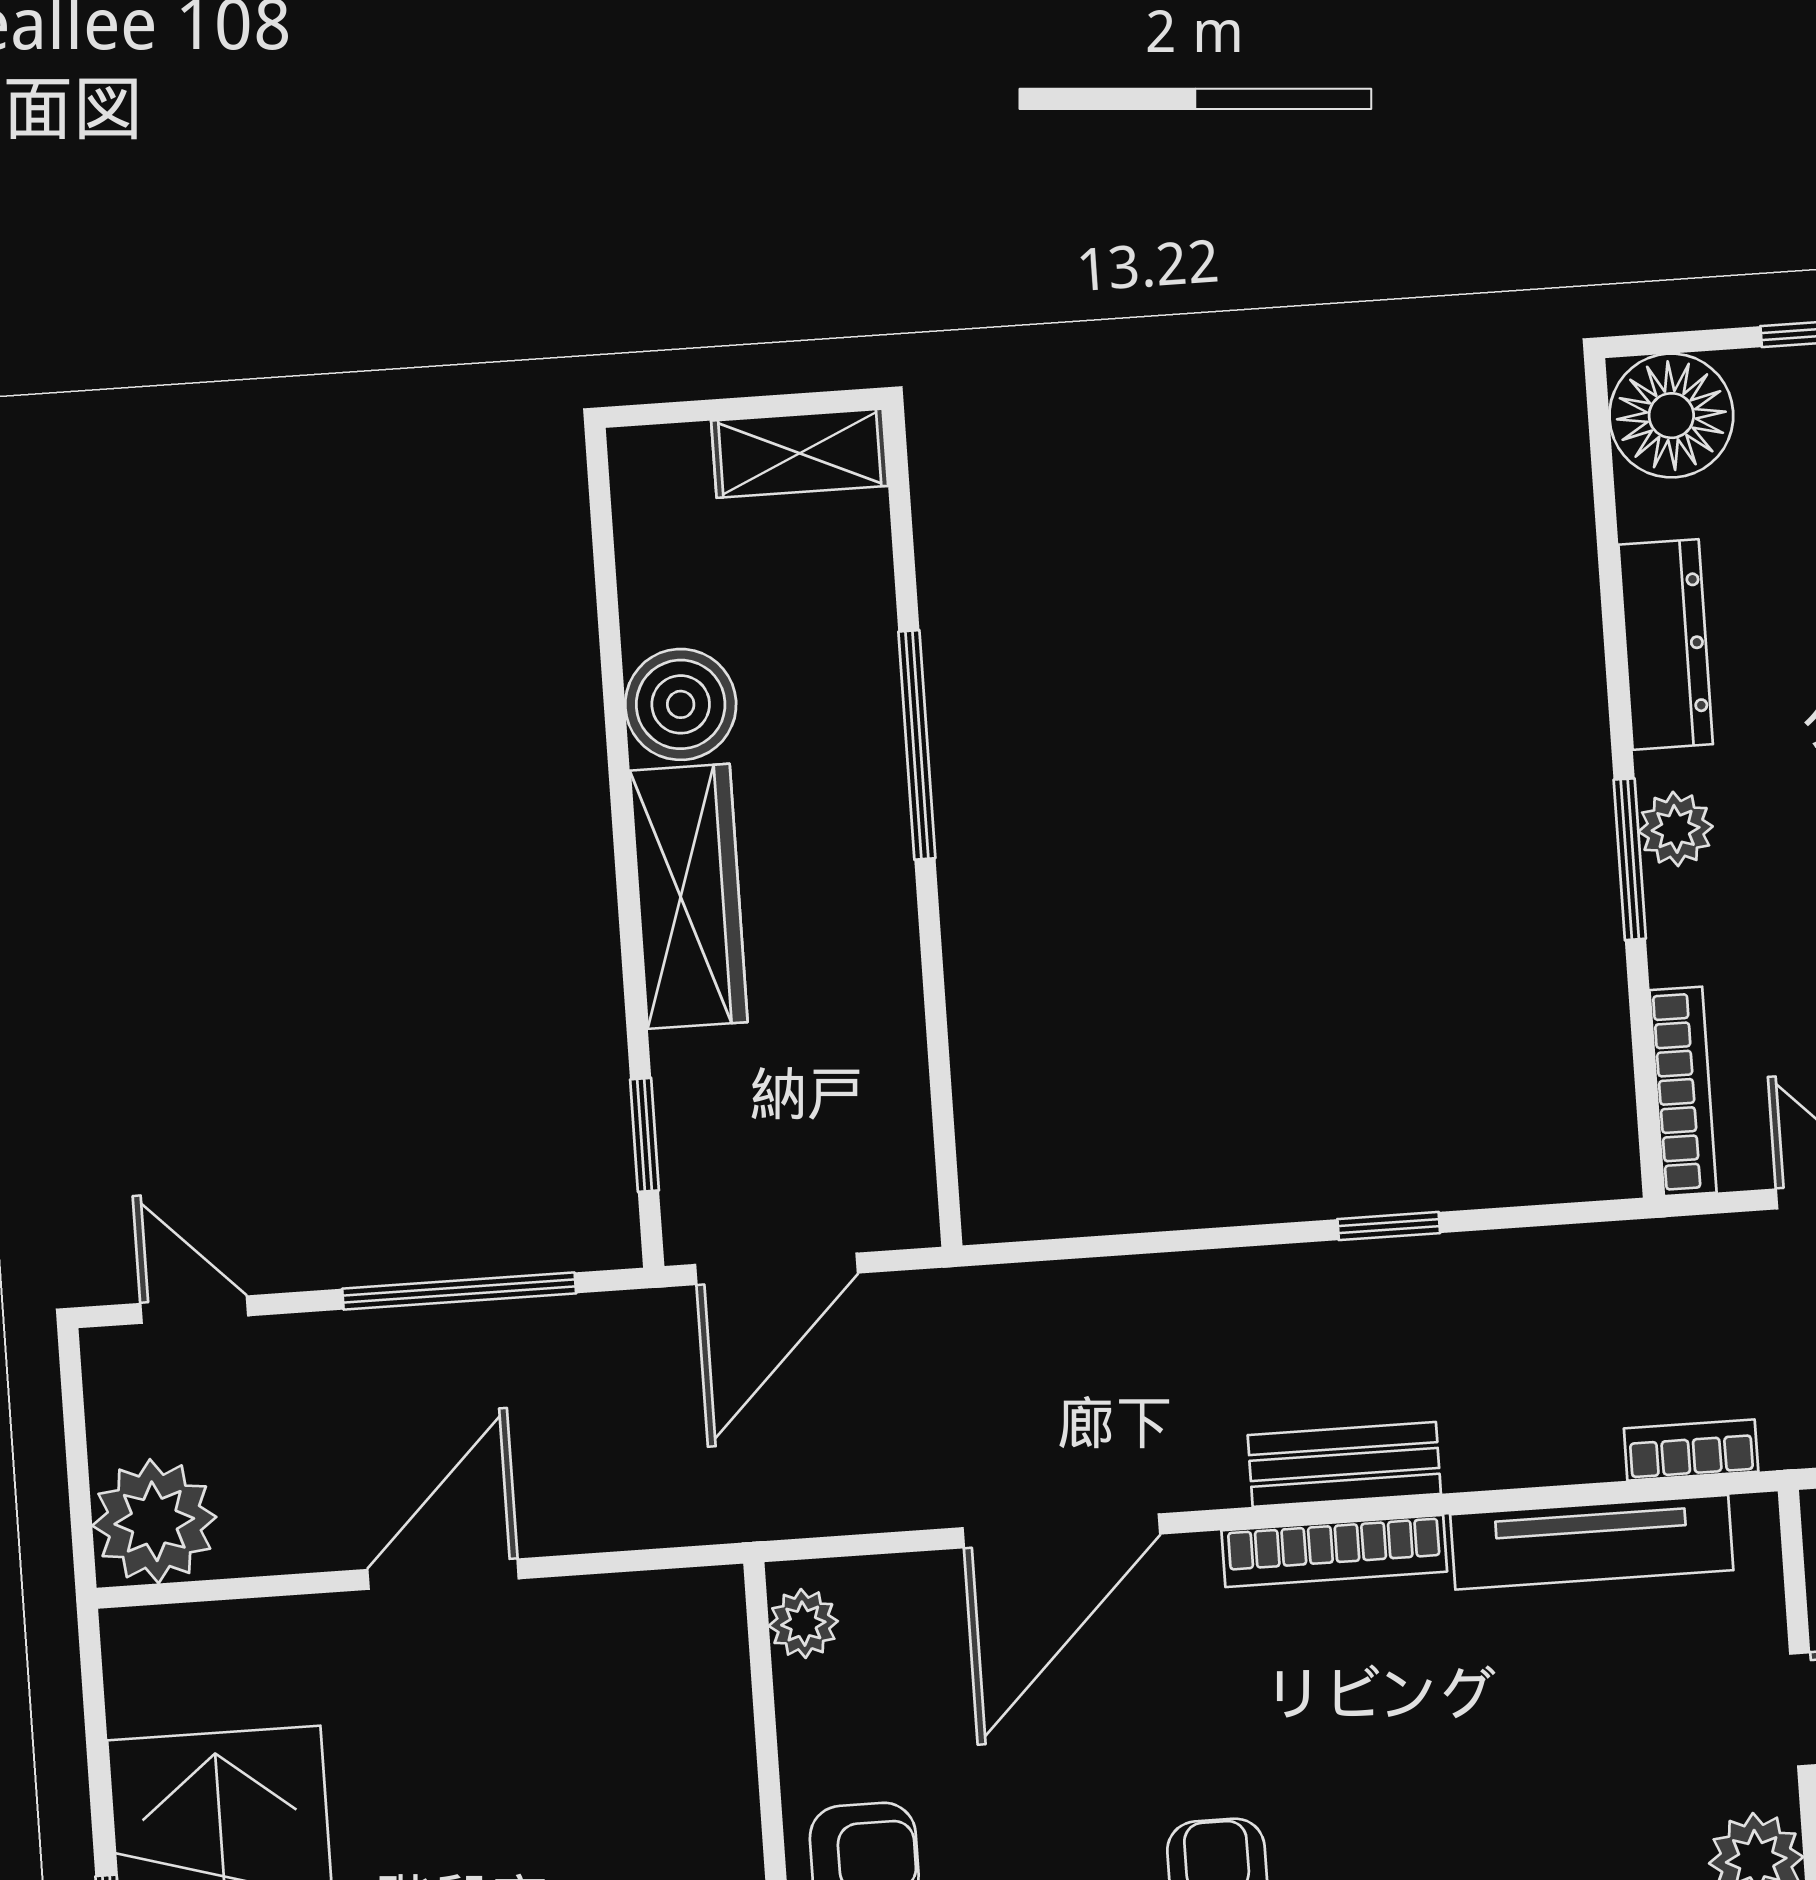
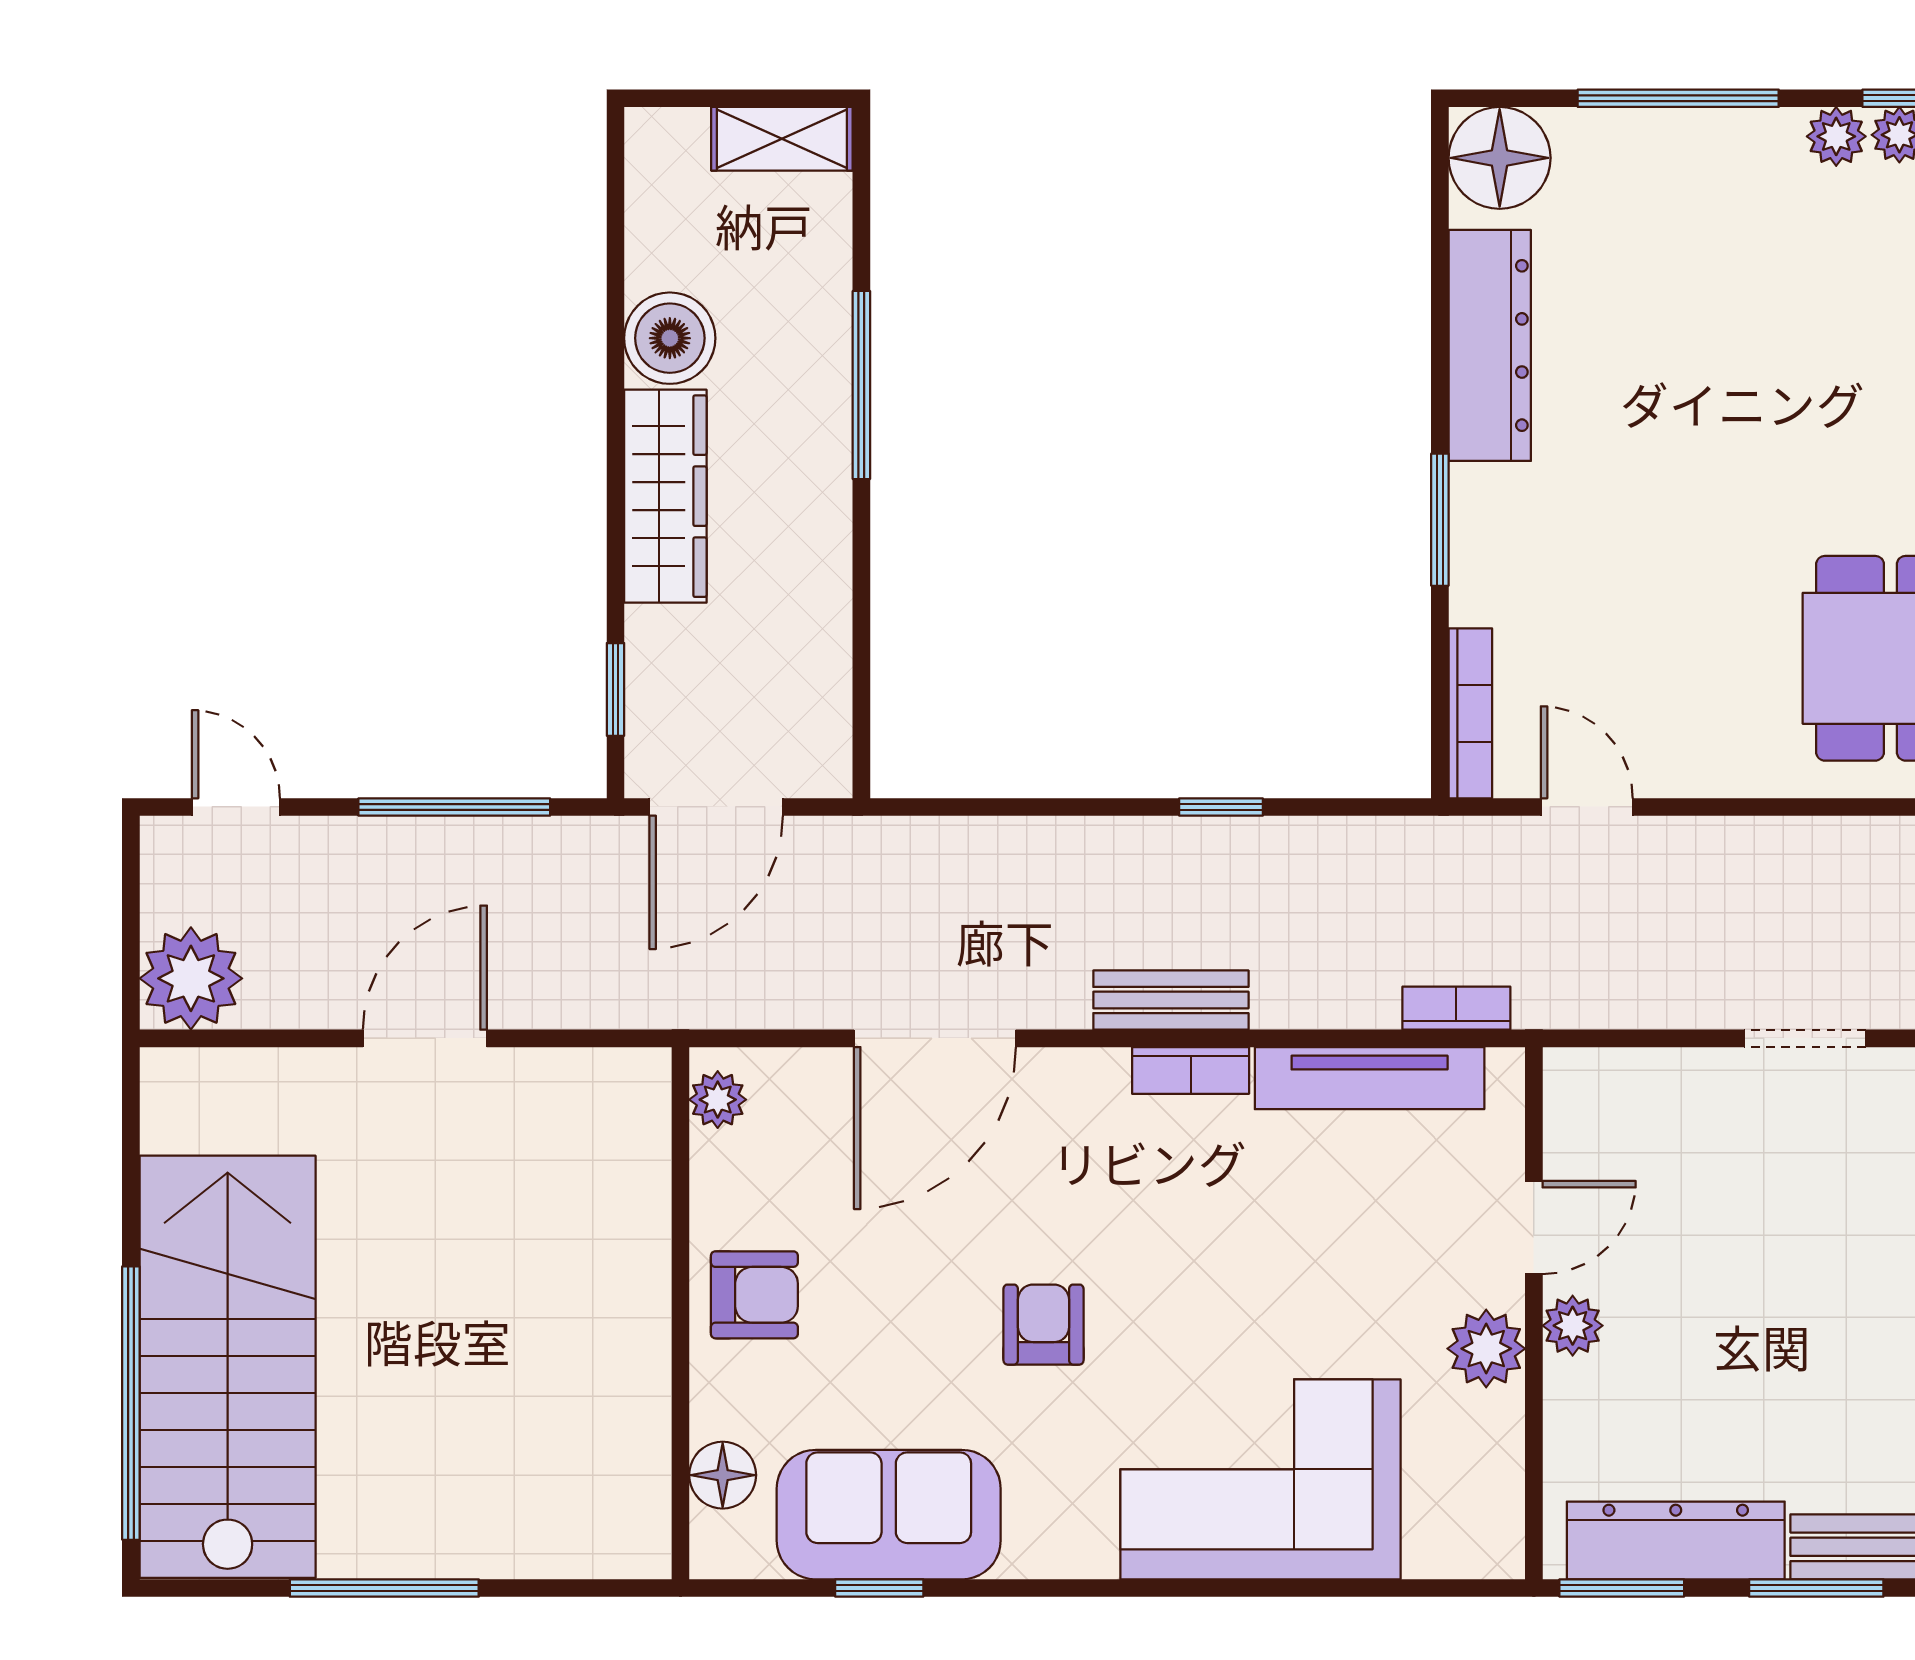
dresser: (1666, 644) -> (1490, 345), width x1.37, depth x1.24
plant: (1676, 829) -> (1479, 497), removed
bookcase: (1334, 1551) -> (1191, 1070), width x0.64

